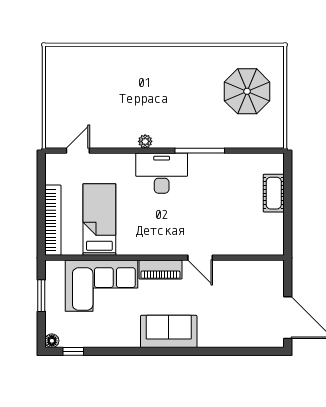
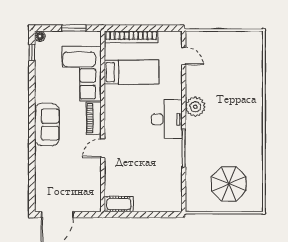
plant: (145, 141) -> (195, 107), width x1.88, depth x1.88
cot: (274, 193) -> (119, 204), moved

